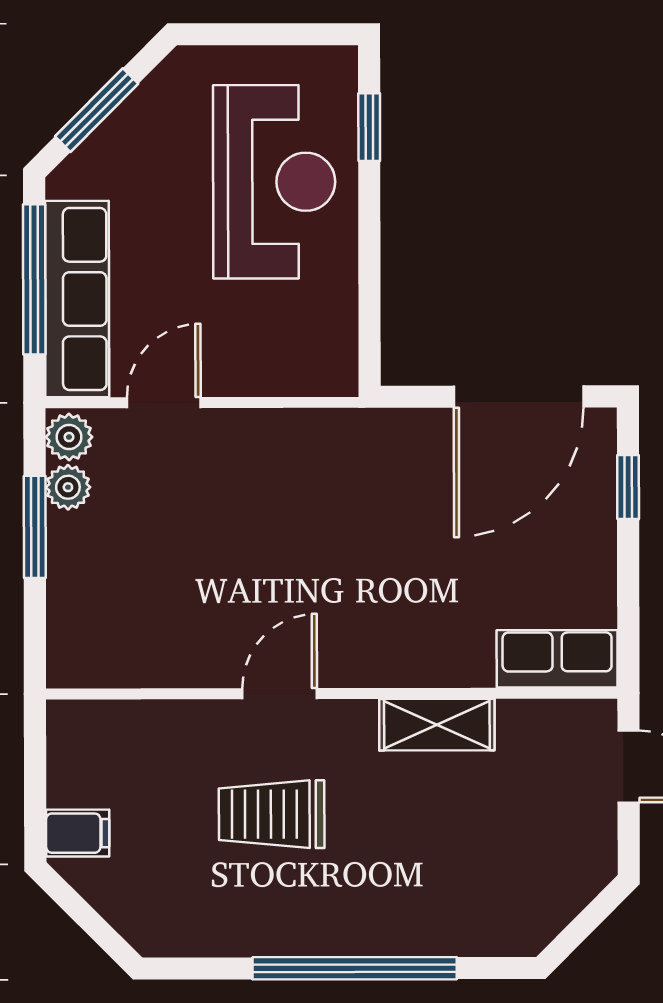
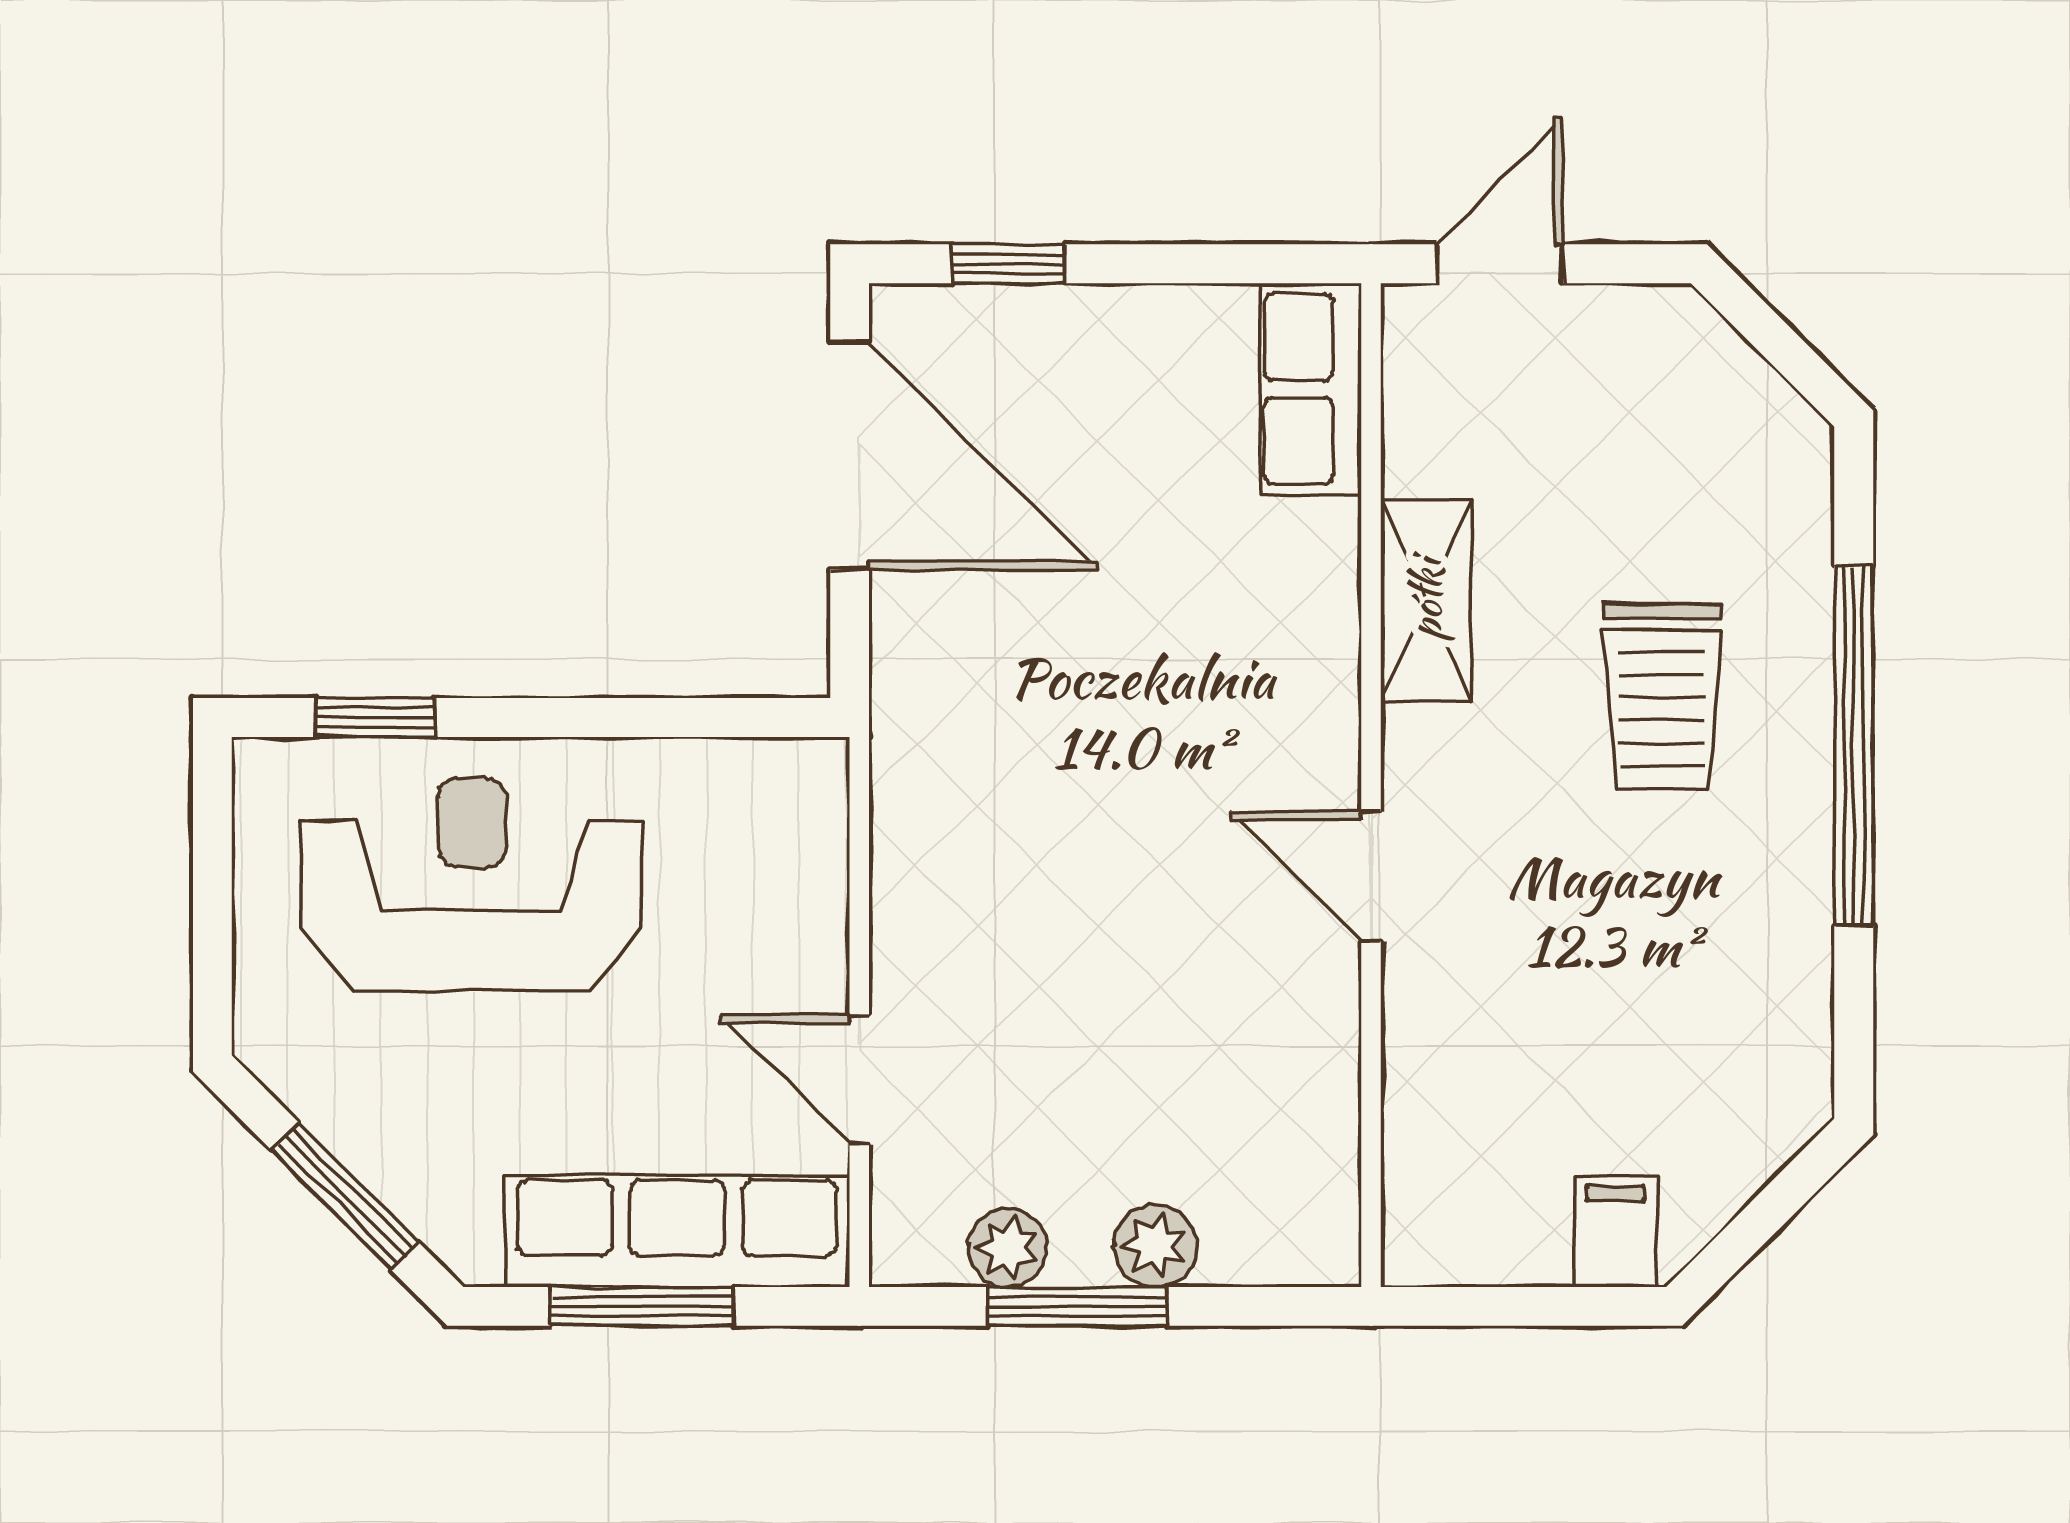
window: (34, 279) -> (642, 1306), width x0.69
plant: (69, 437) -> (1155, 1246), moved
trolley: (272, 814) -> (1662, 696), moved

